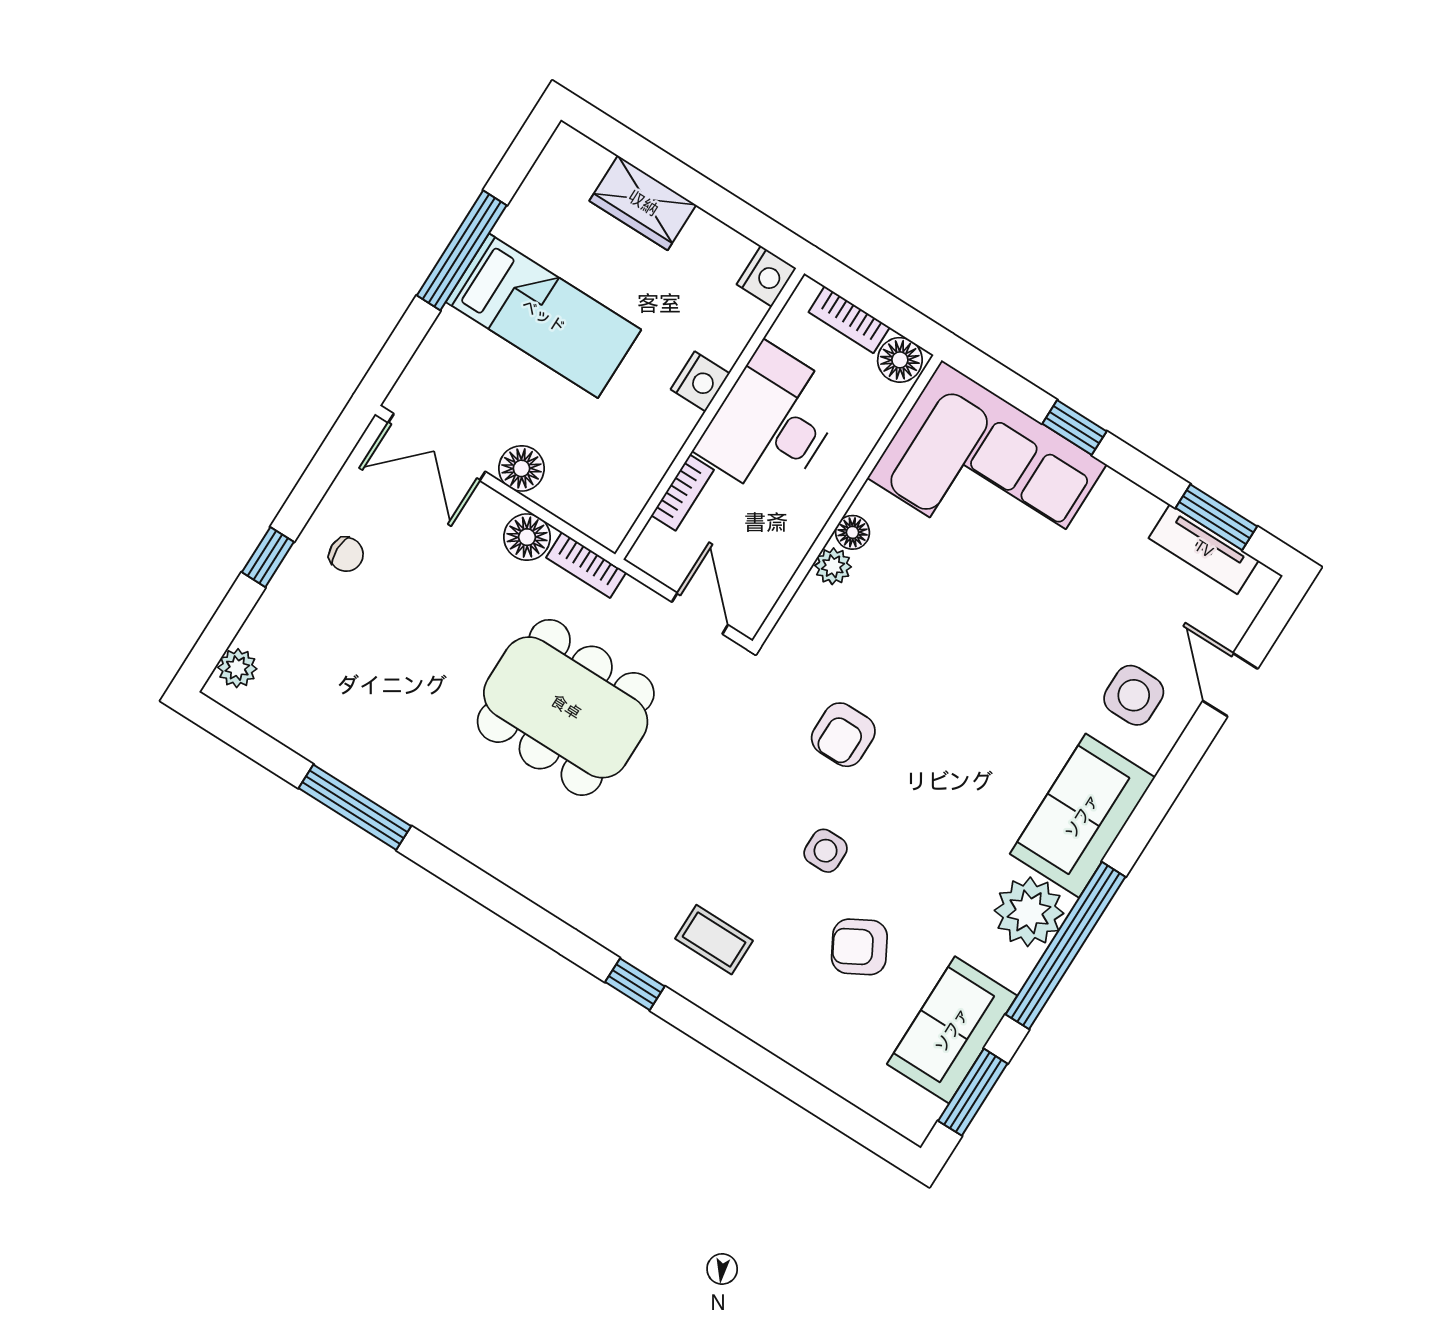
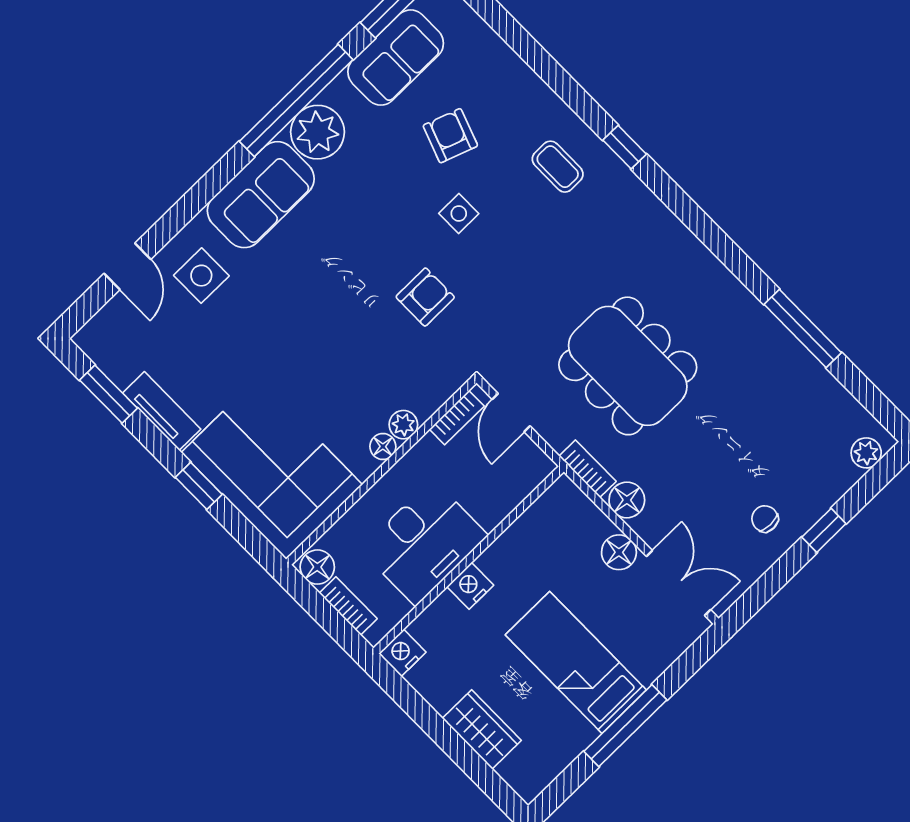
bookcase: (683, 493) -> (457, 418), moved, turned 180
tv unit: (1204, 549) -> (162, 411), moved
armchair: (859, 947) -> (450, 136), turned -131

